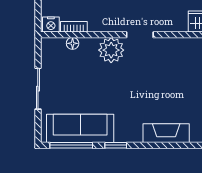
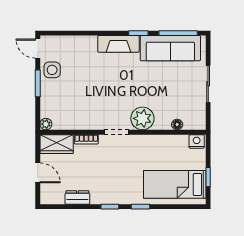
bookcase: (74, 27) -> (86, 139), moved
fireplace: (166, 133) -> (118, 44), moved

